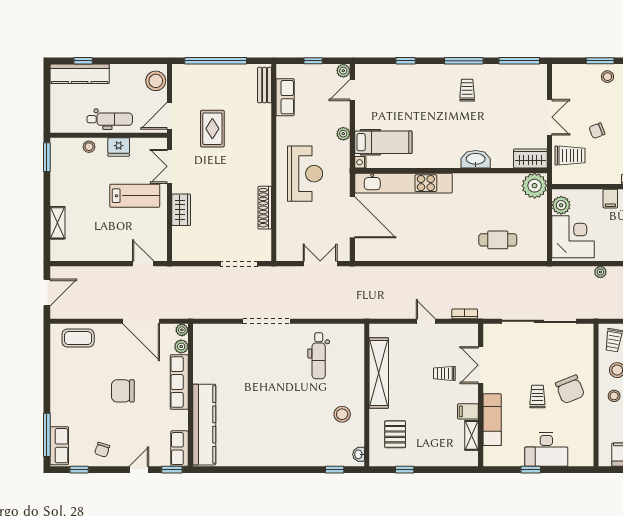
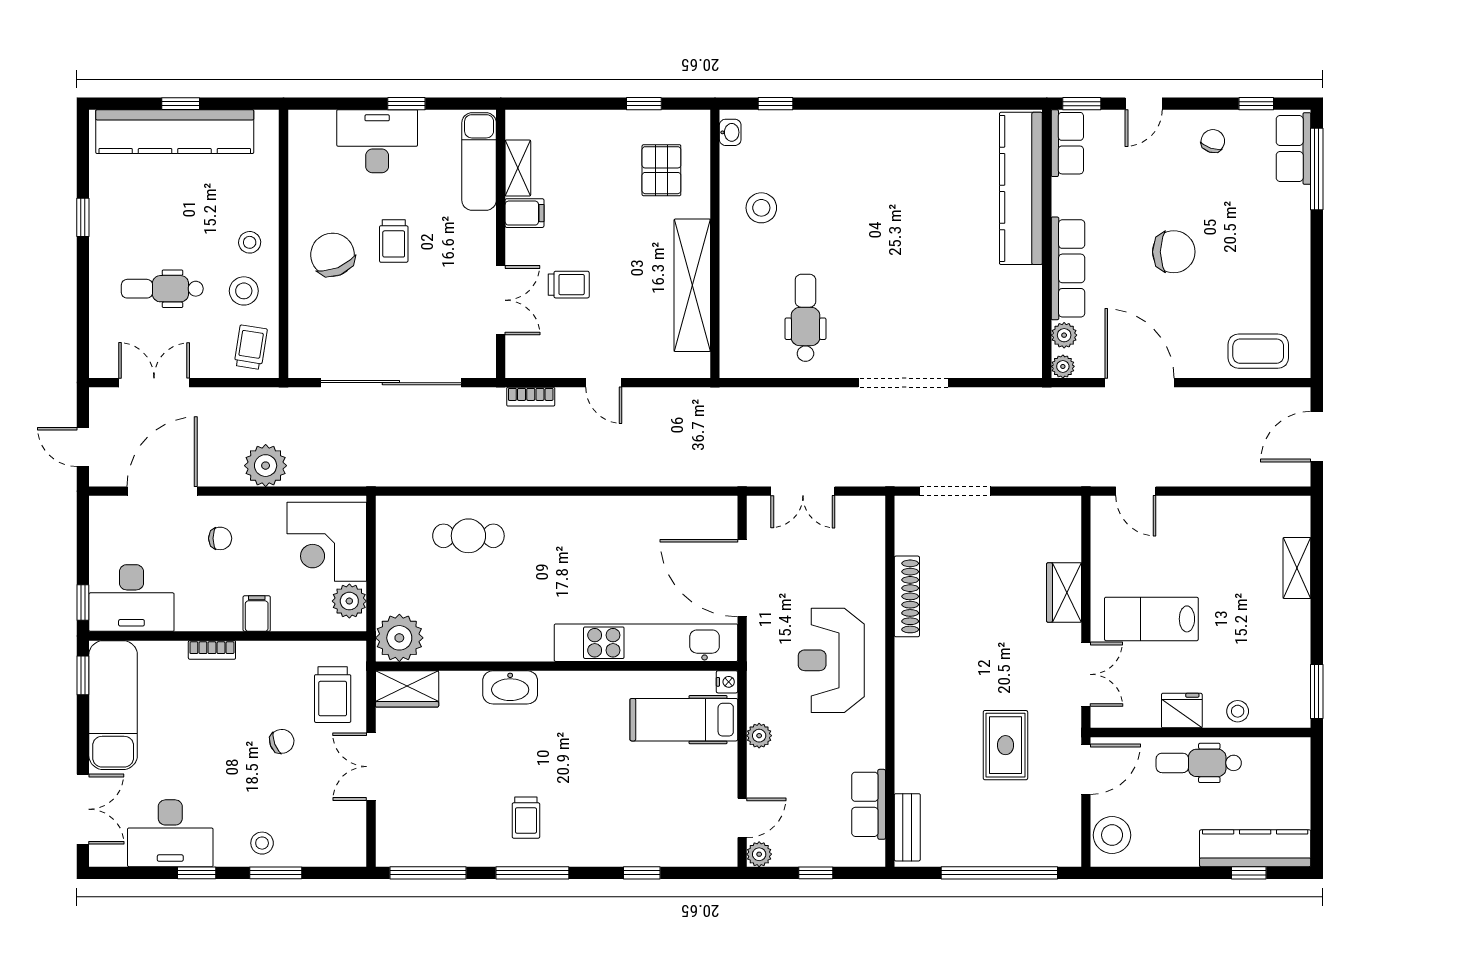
trolley: (570, 155) -> (333, 695), turned -90
plant: (600, 272) -> (266, 466), width x1.87, depth x1.87
exam couch: (492, 420) -> (479, 162), moved

